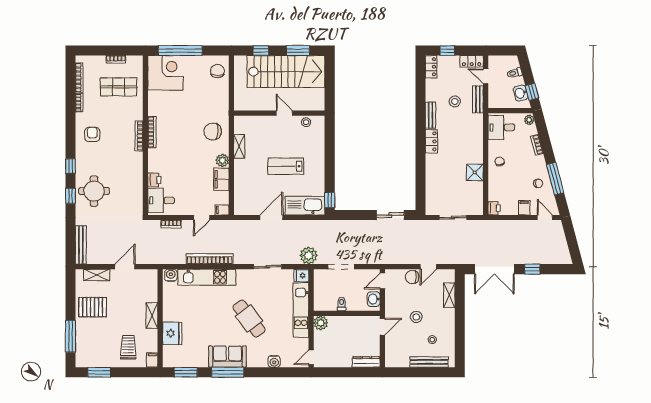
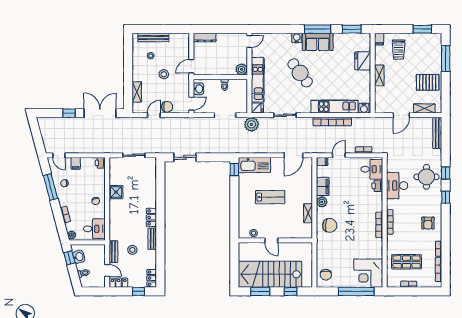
desk: (130, 180) -> (397, 186), added
door: (271, 218) -> (293, 155), moved
water cooler: (274, 361) -> (297, 38), moved

